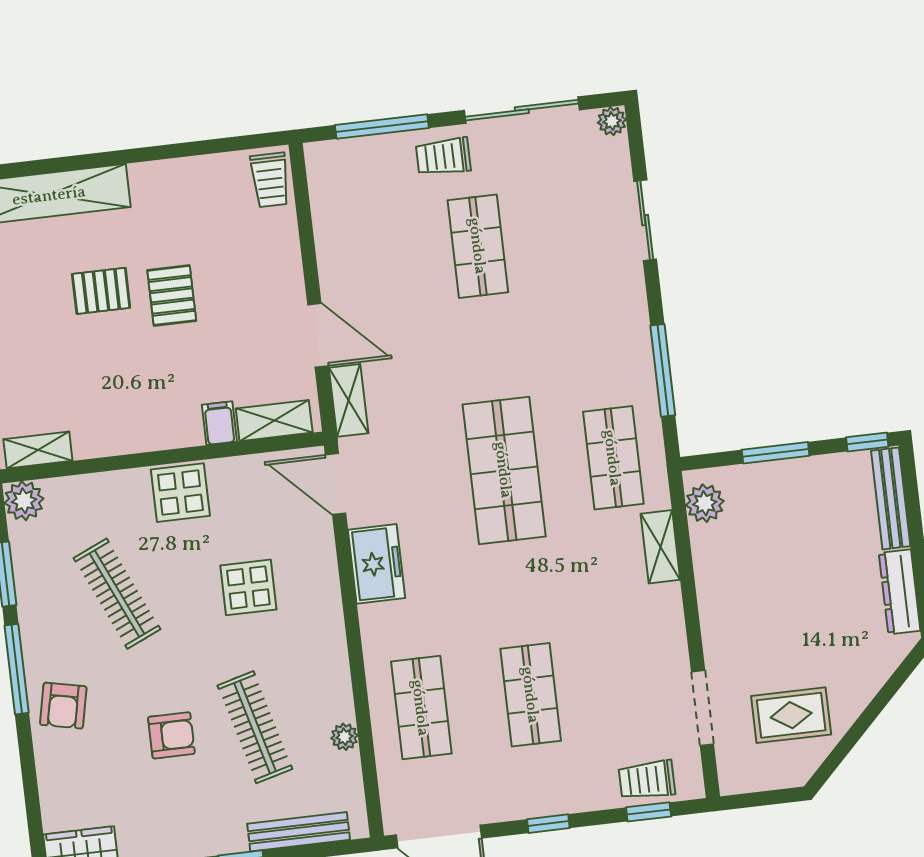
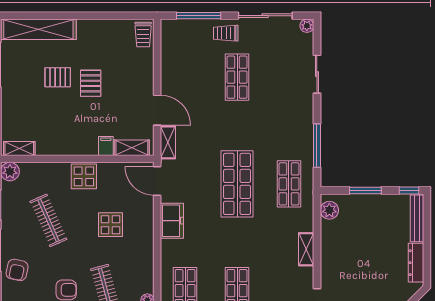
shelving: (660, 547) -> (306, 249), moved

